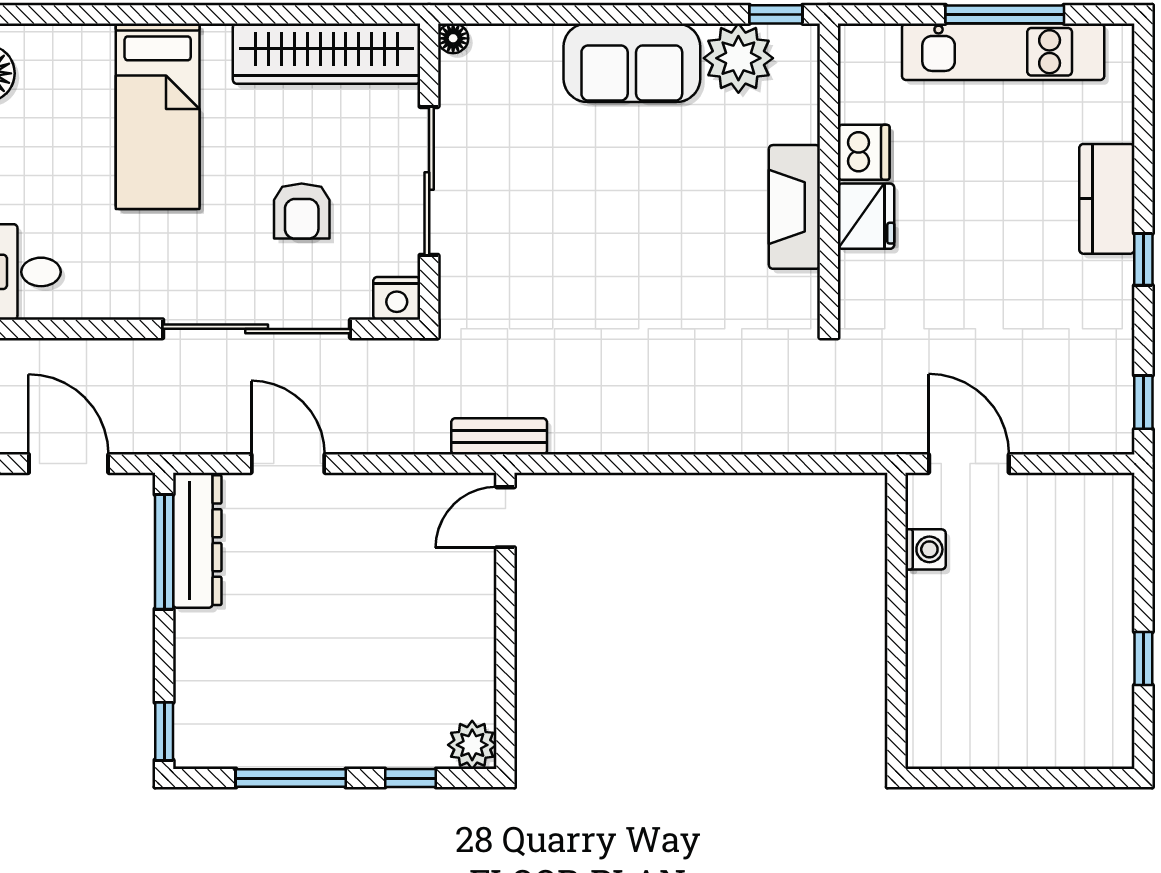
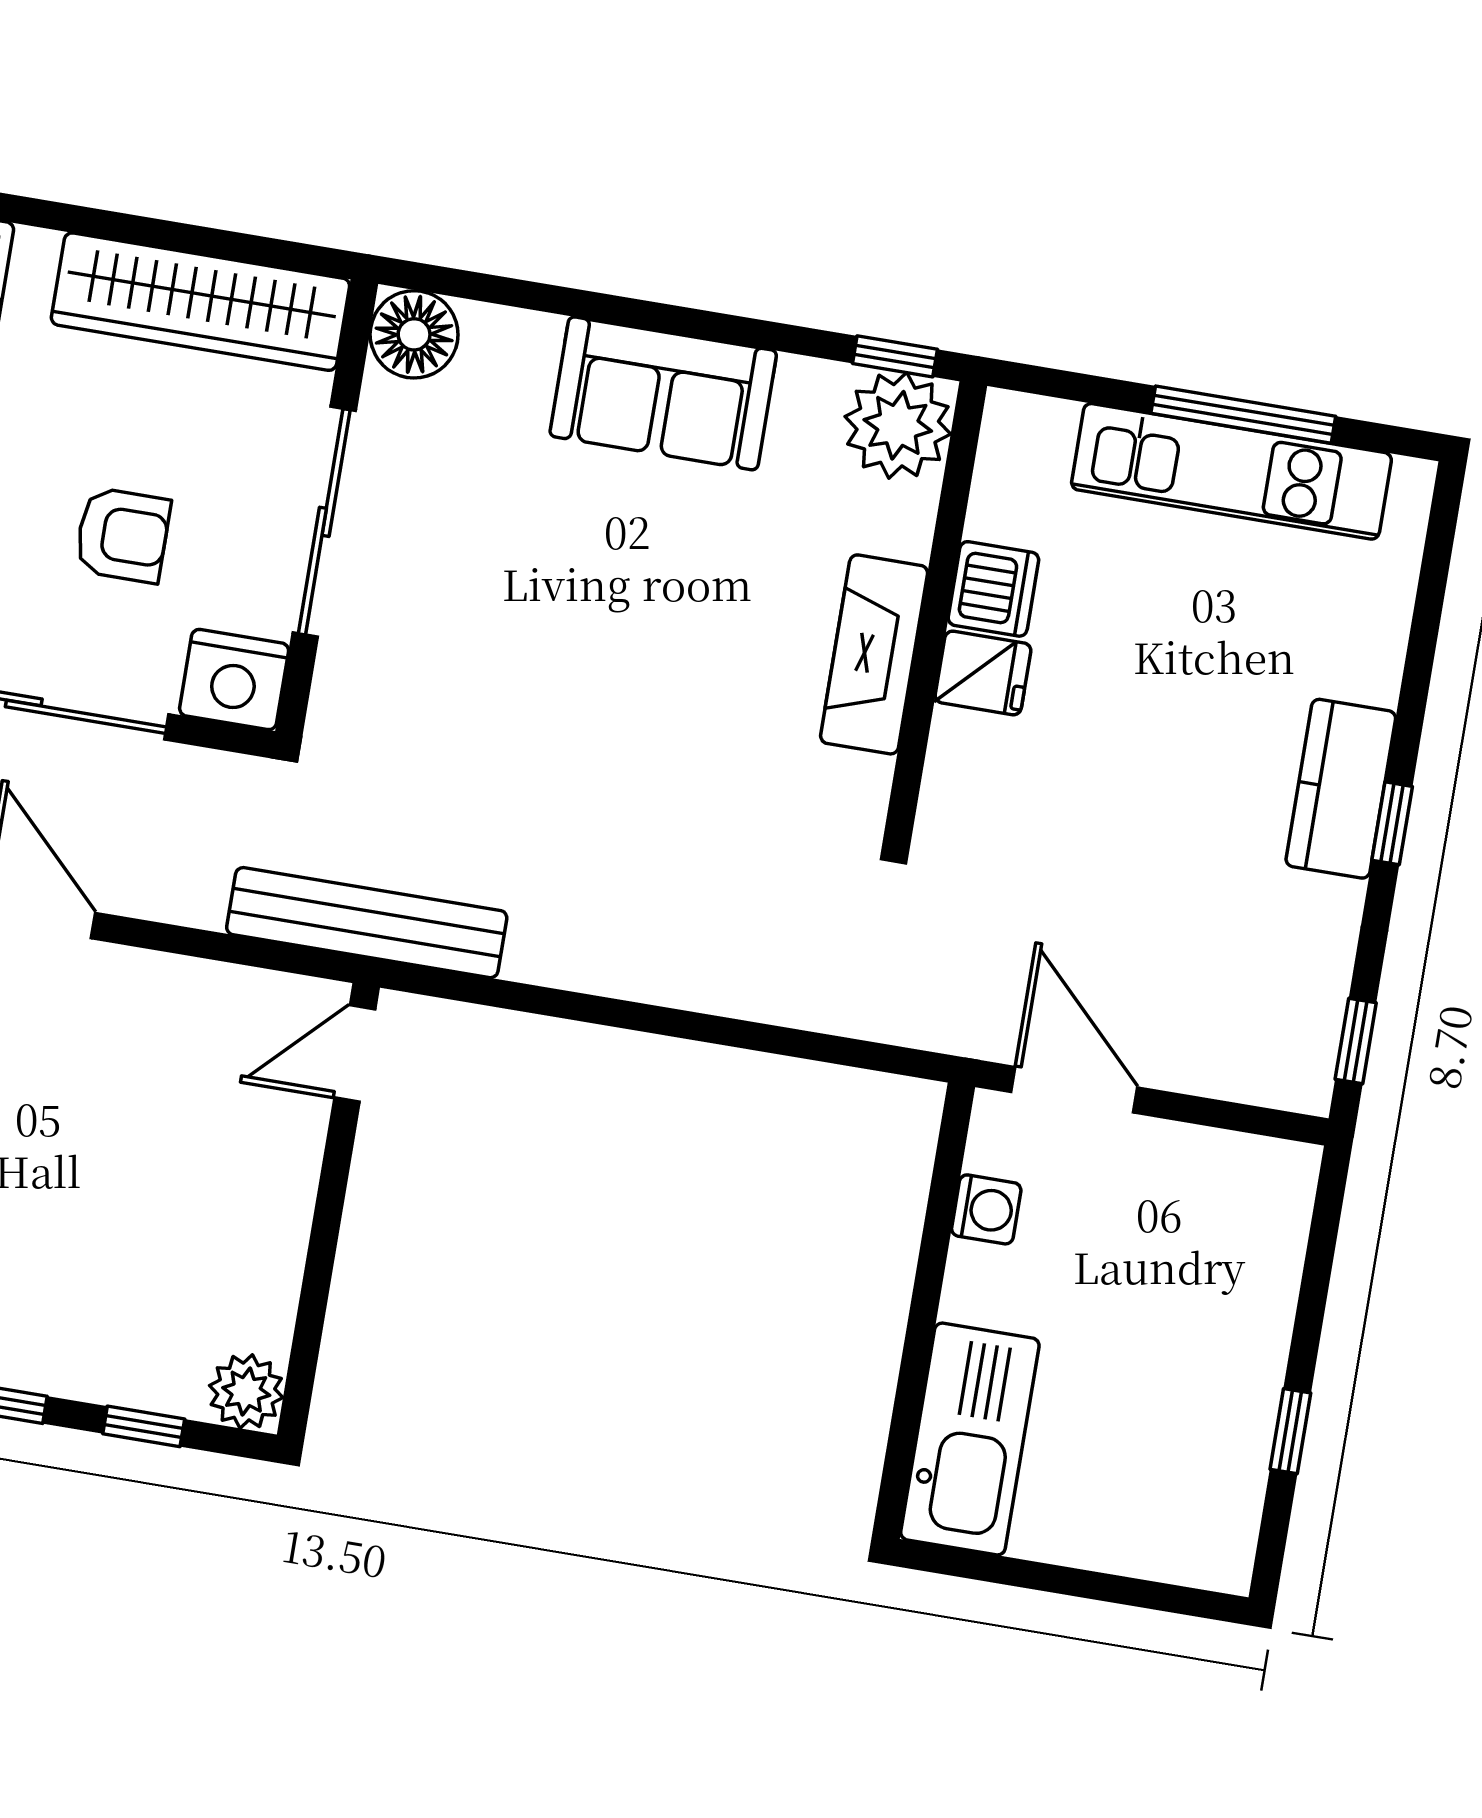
floor lamp: (453, 38) -> (414, 334), width x1.89, depth x1.89
plant: (738, 58) -> (898, 425), moved
kitchen counter: (1107, 199) -> (1341, 789), moved
armchair: (302, 211) -> (123, 535), turned -90
fridge: (866, 216) -> (983, 673), width x0.72
nightstand: (397, 298) -> (234, 680), width x1.36, depth x1.33
bench: (499, 436) -> (367, 923), width x1.86, depth x1.21
kitchen sink: (939, 698) -> (970, 1439), added

